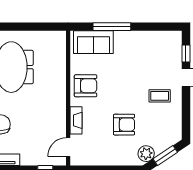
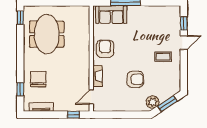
armchair: (86, 86) -> (105, 49), turned -90

